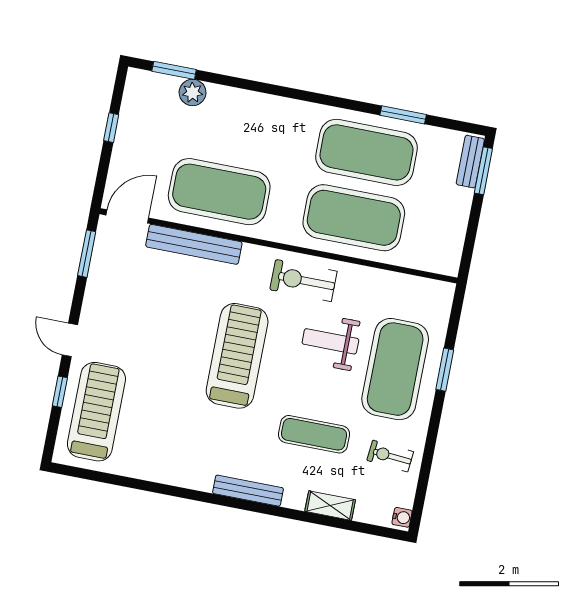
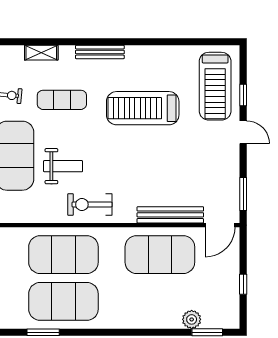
exercise bike: (303, 281) -> (90, 204), turned 180
treadmill: (237, 356) -> (143, 108), moved, turned 90

